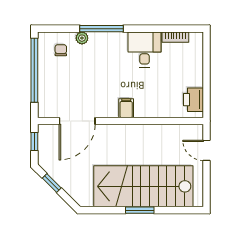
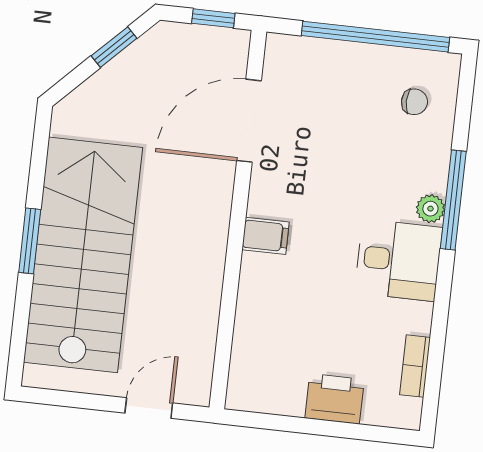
plant: (82, 38) -> (430, 209), moved
desk: (145, 49) -> (398, 260), moved
printer: (193, 100) -> (335, 399), moved
door: (77, 121) -> (249, 121), hinge flipped

